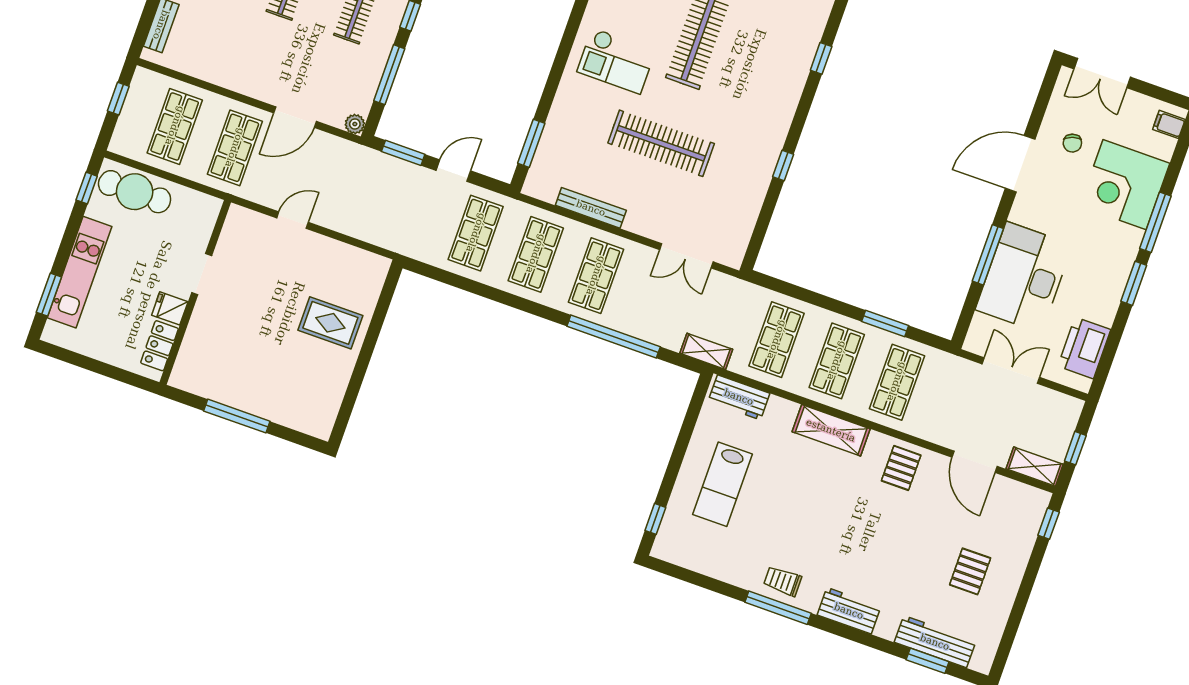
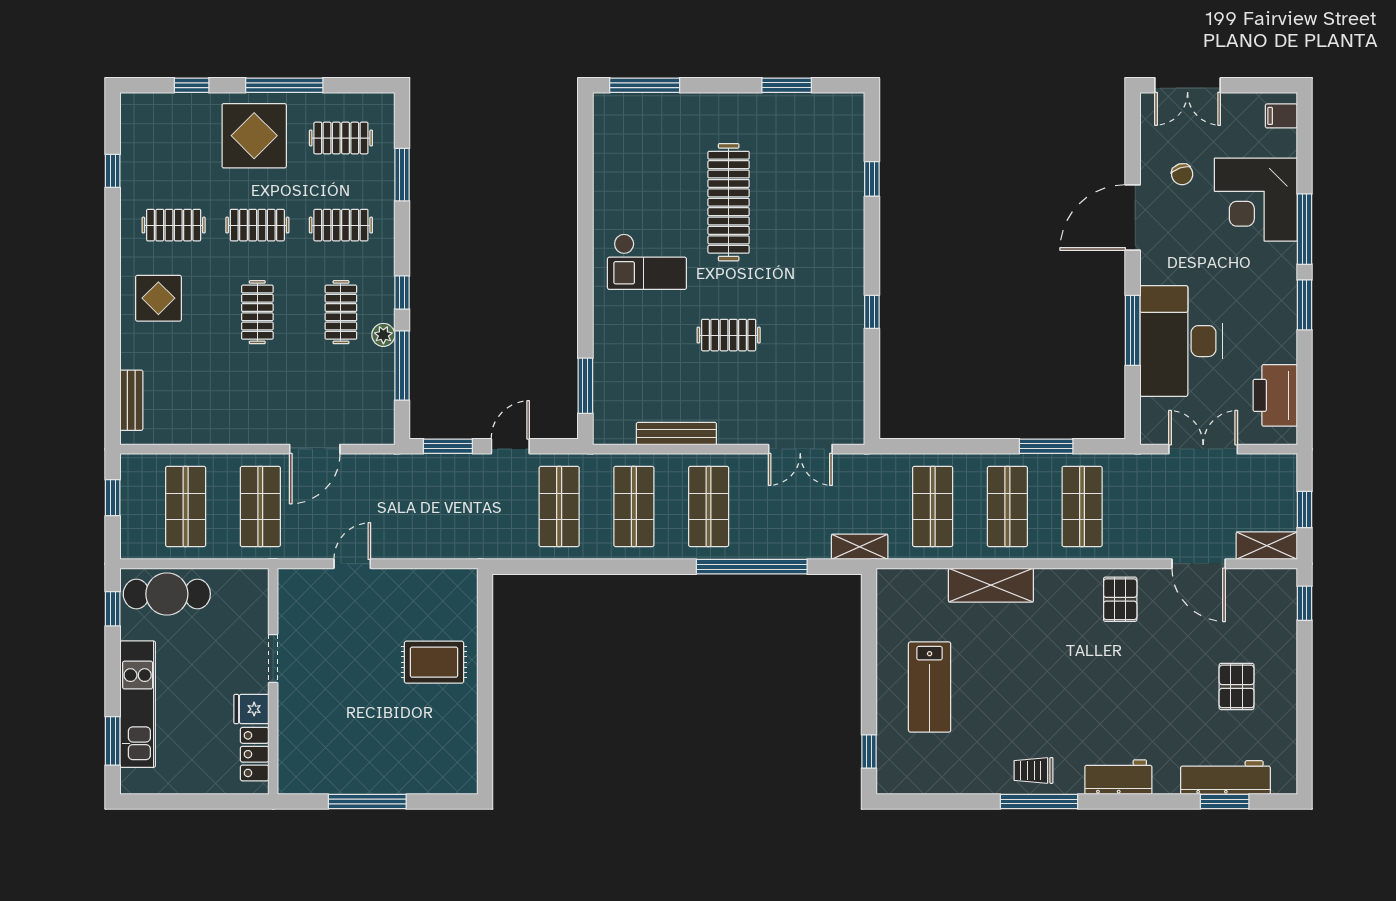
plant: (355, 124) -> (383, 335), moved
clothes rail: (661, 143) -> (729, 335), width x0.54, depth x0.76
workbench: (739, 397) -> (914, 585), removed
shelving: (831, 430) -> (991, 585), moved

